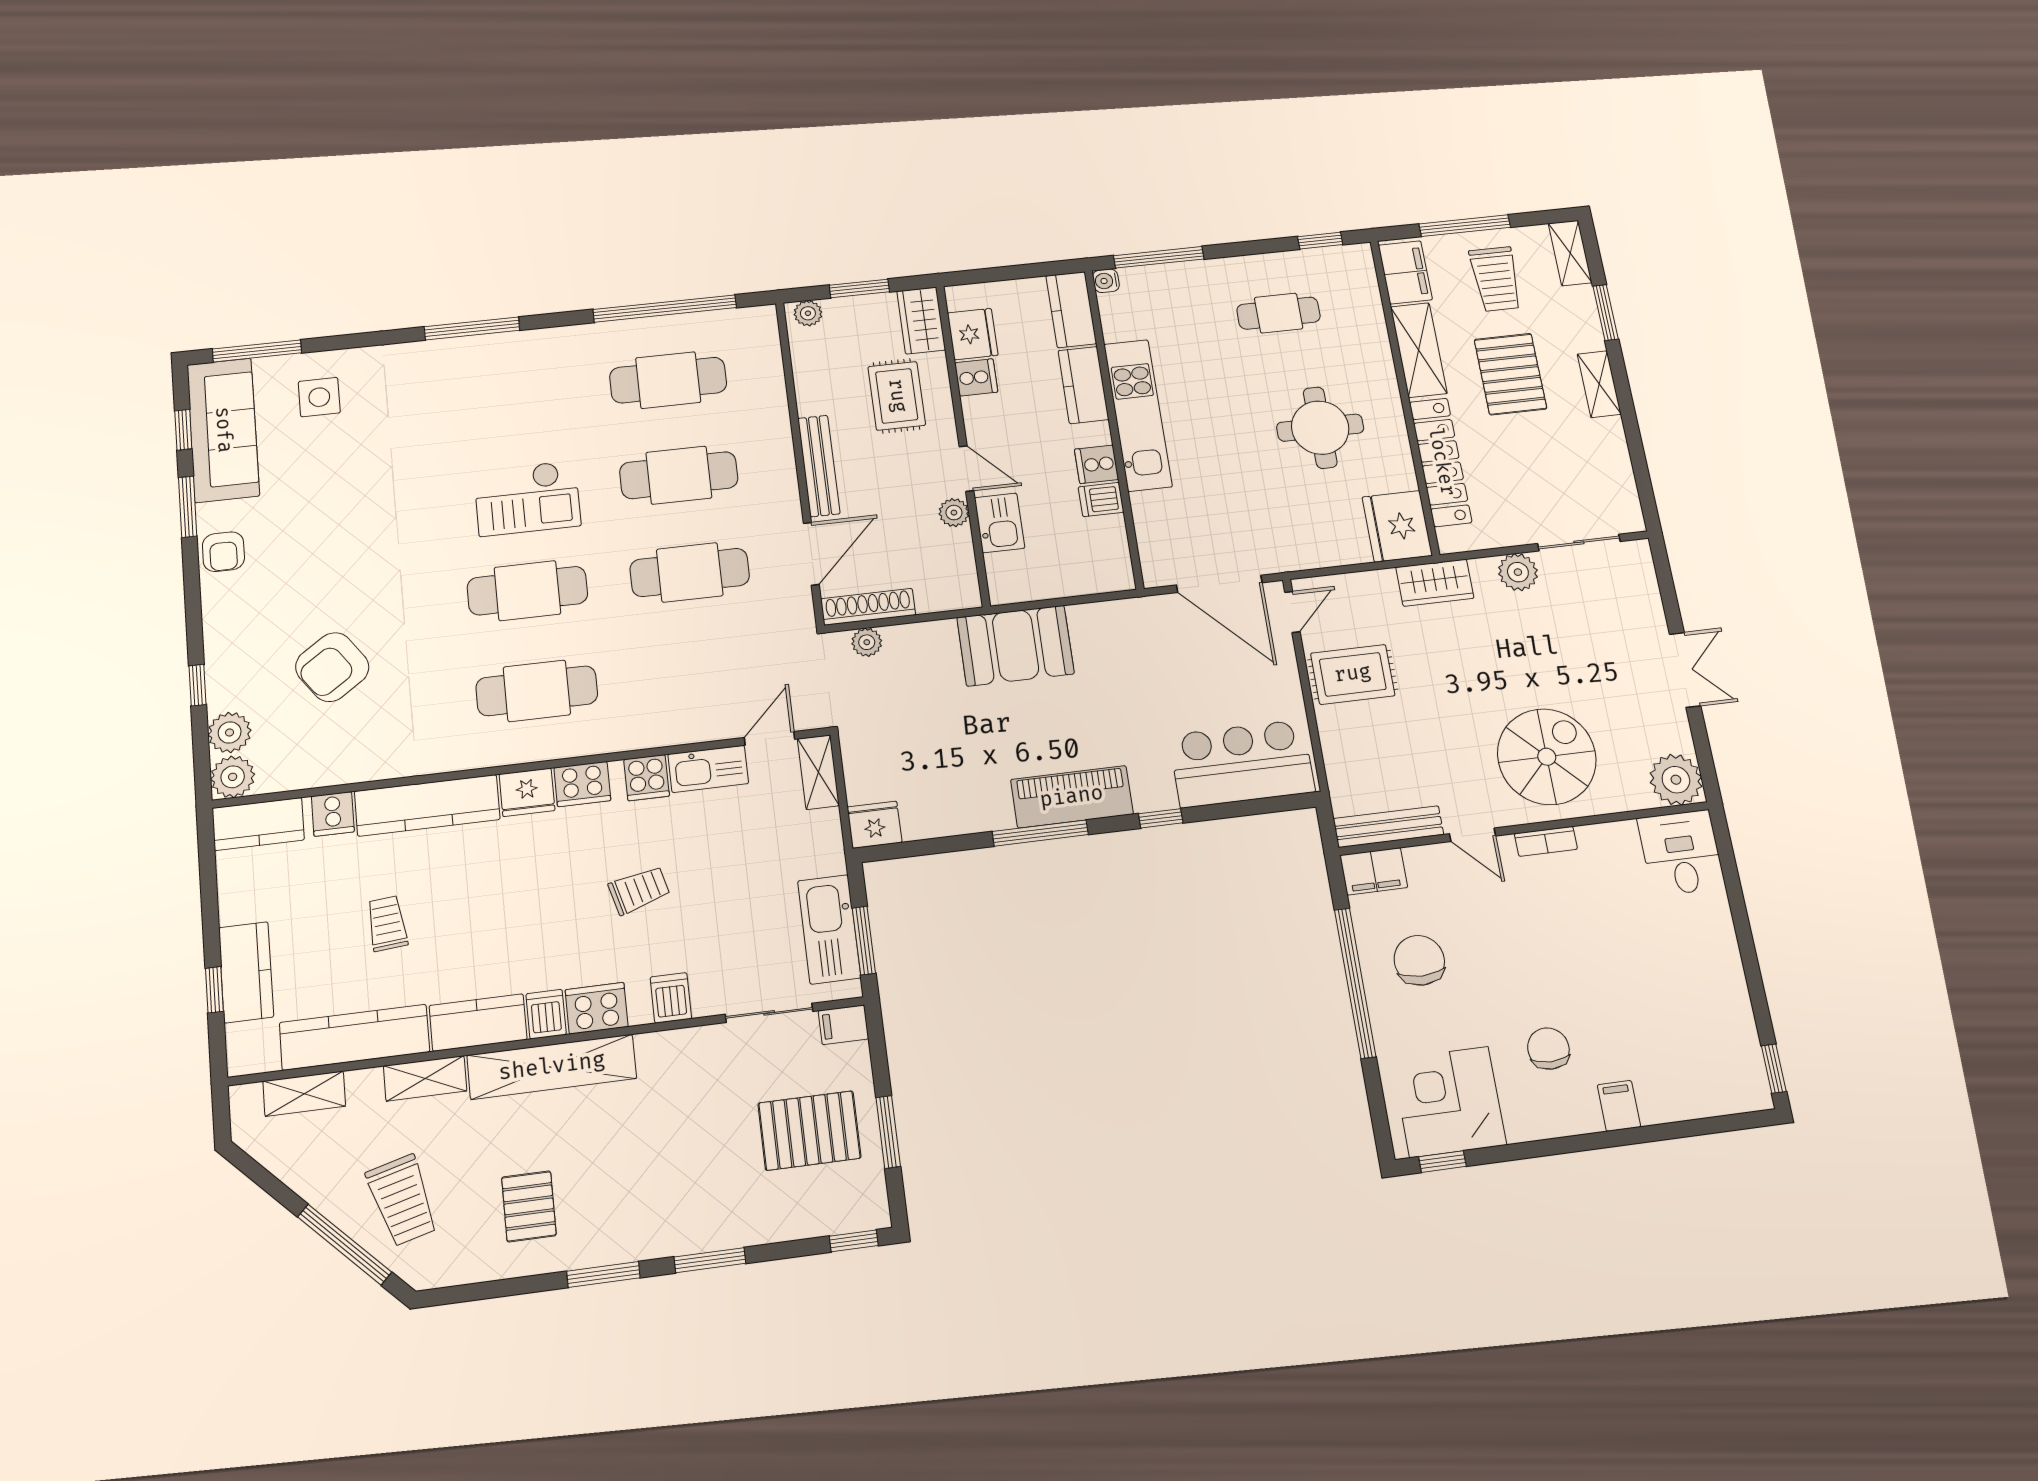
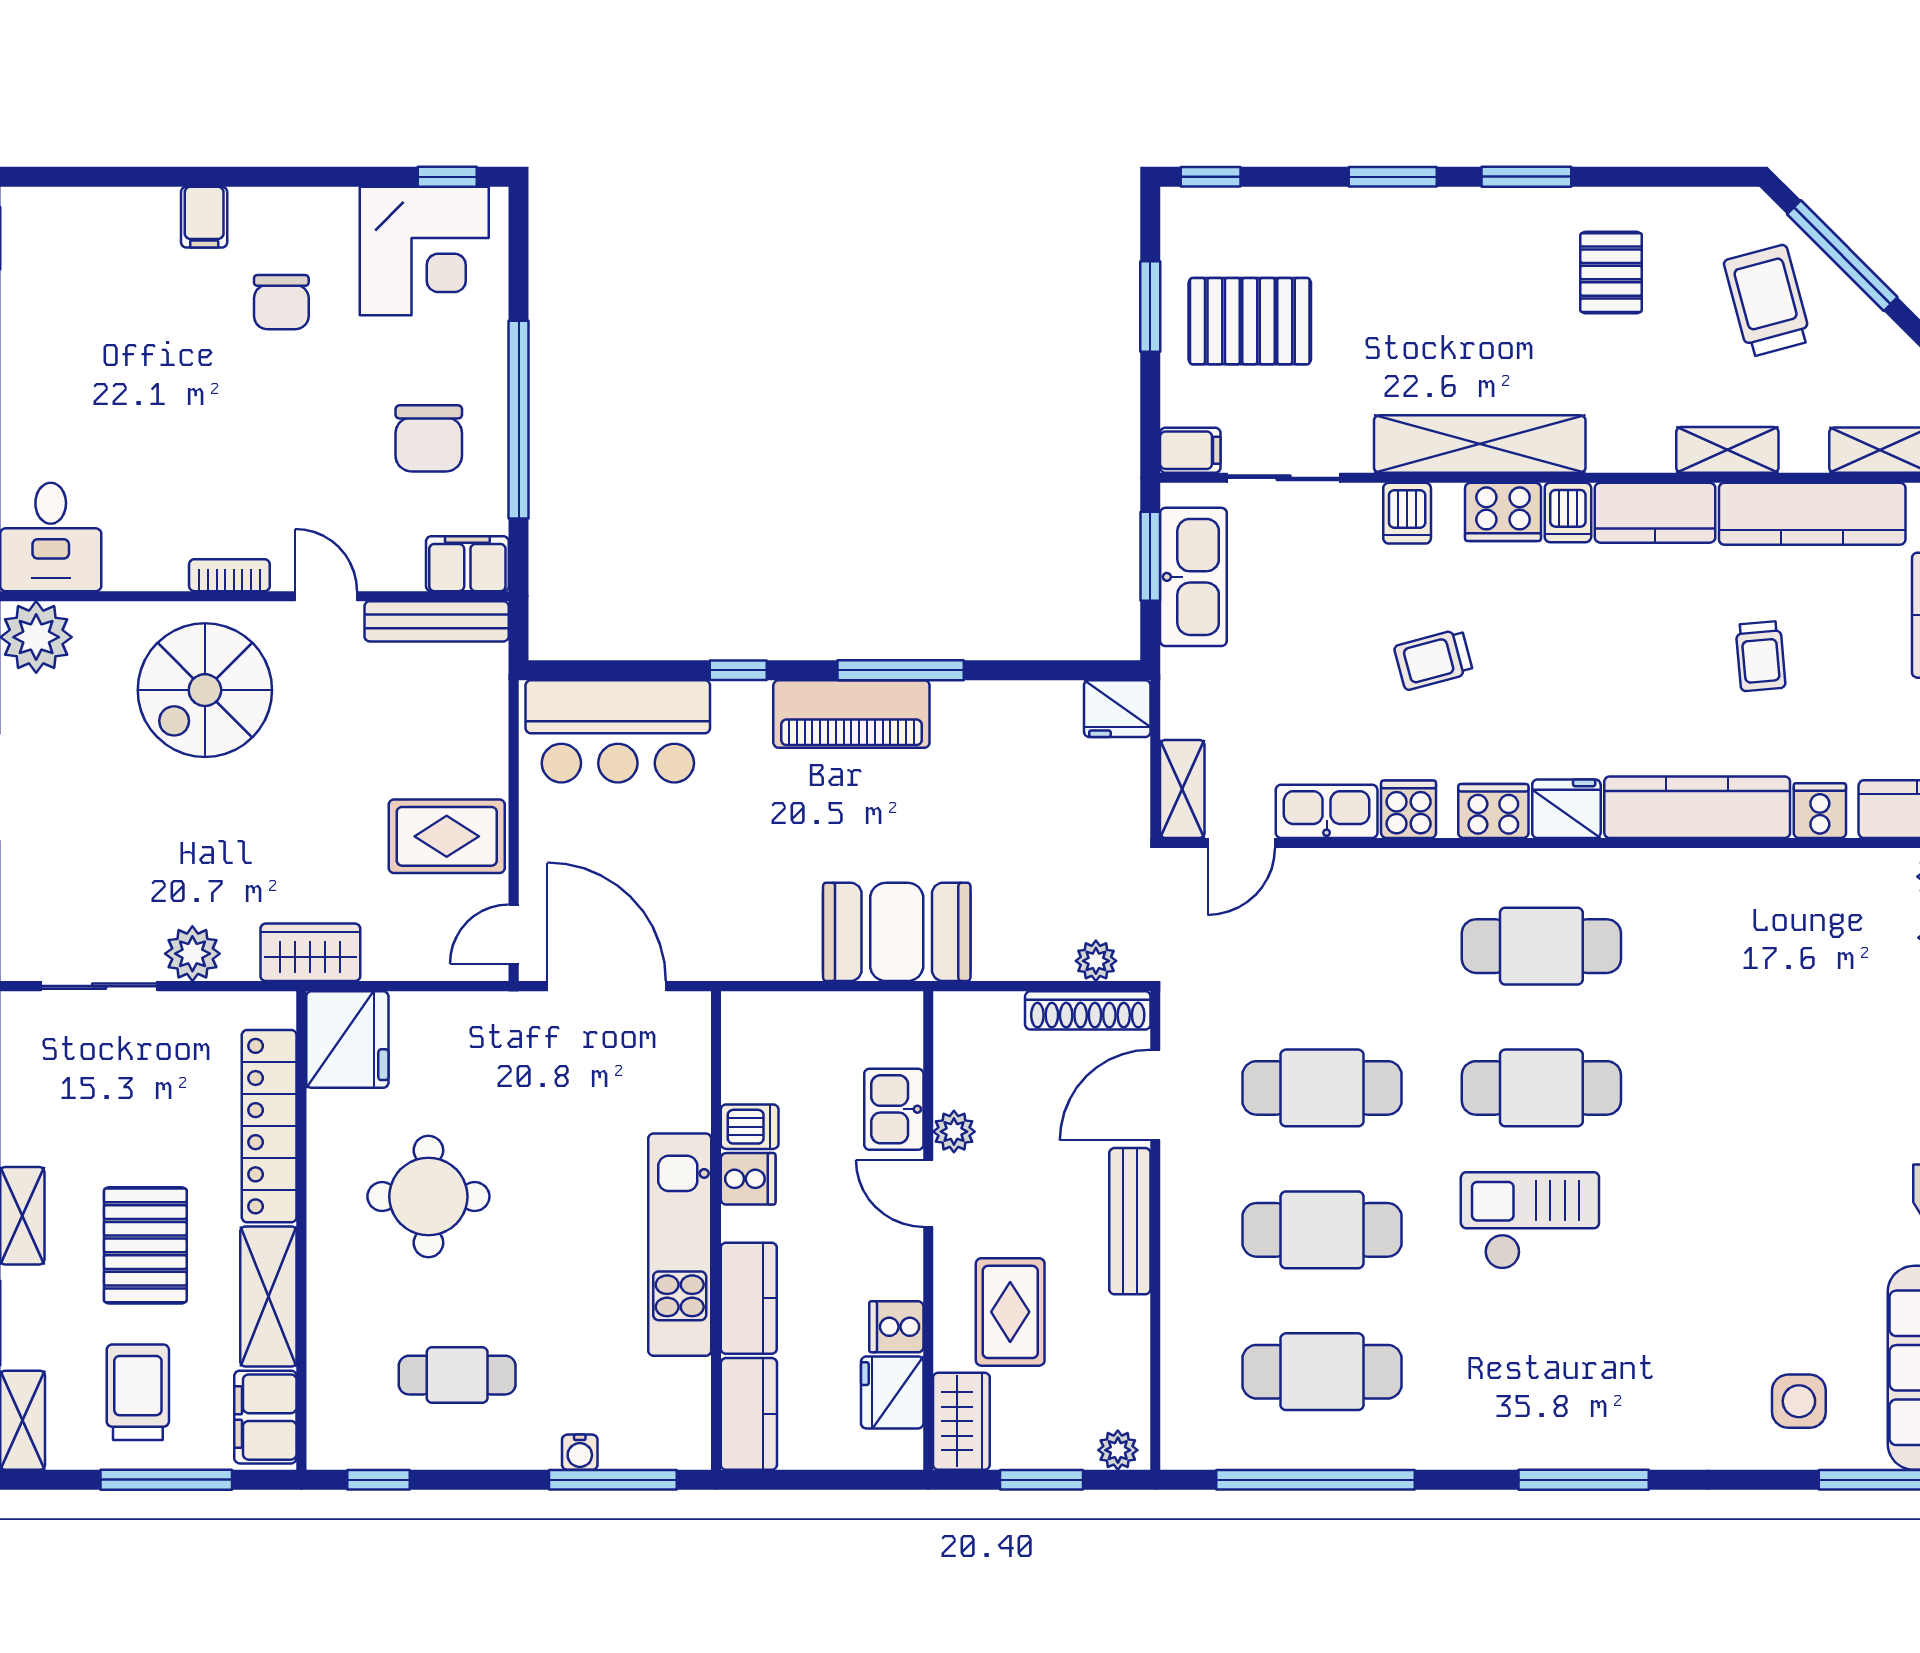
water cooler: (1106, 281) -> (580, 1452), moved, turned 90
armchair: (332, 667) -> (1807, 1012), removed
shelving: (552, 1067) -> (1480, 444), moved

